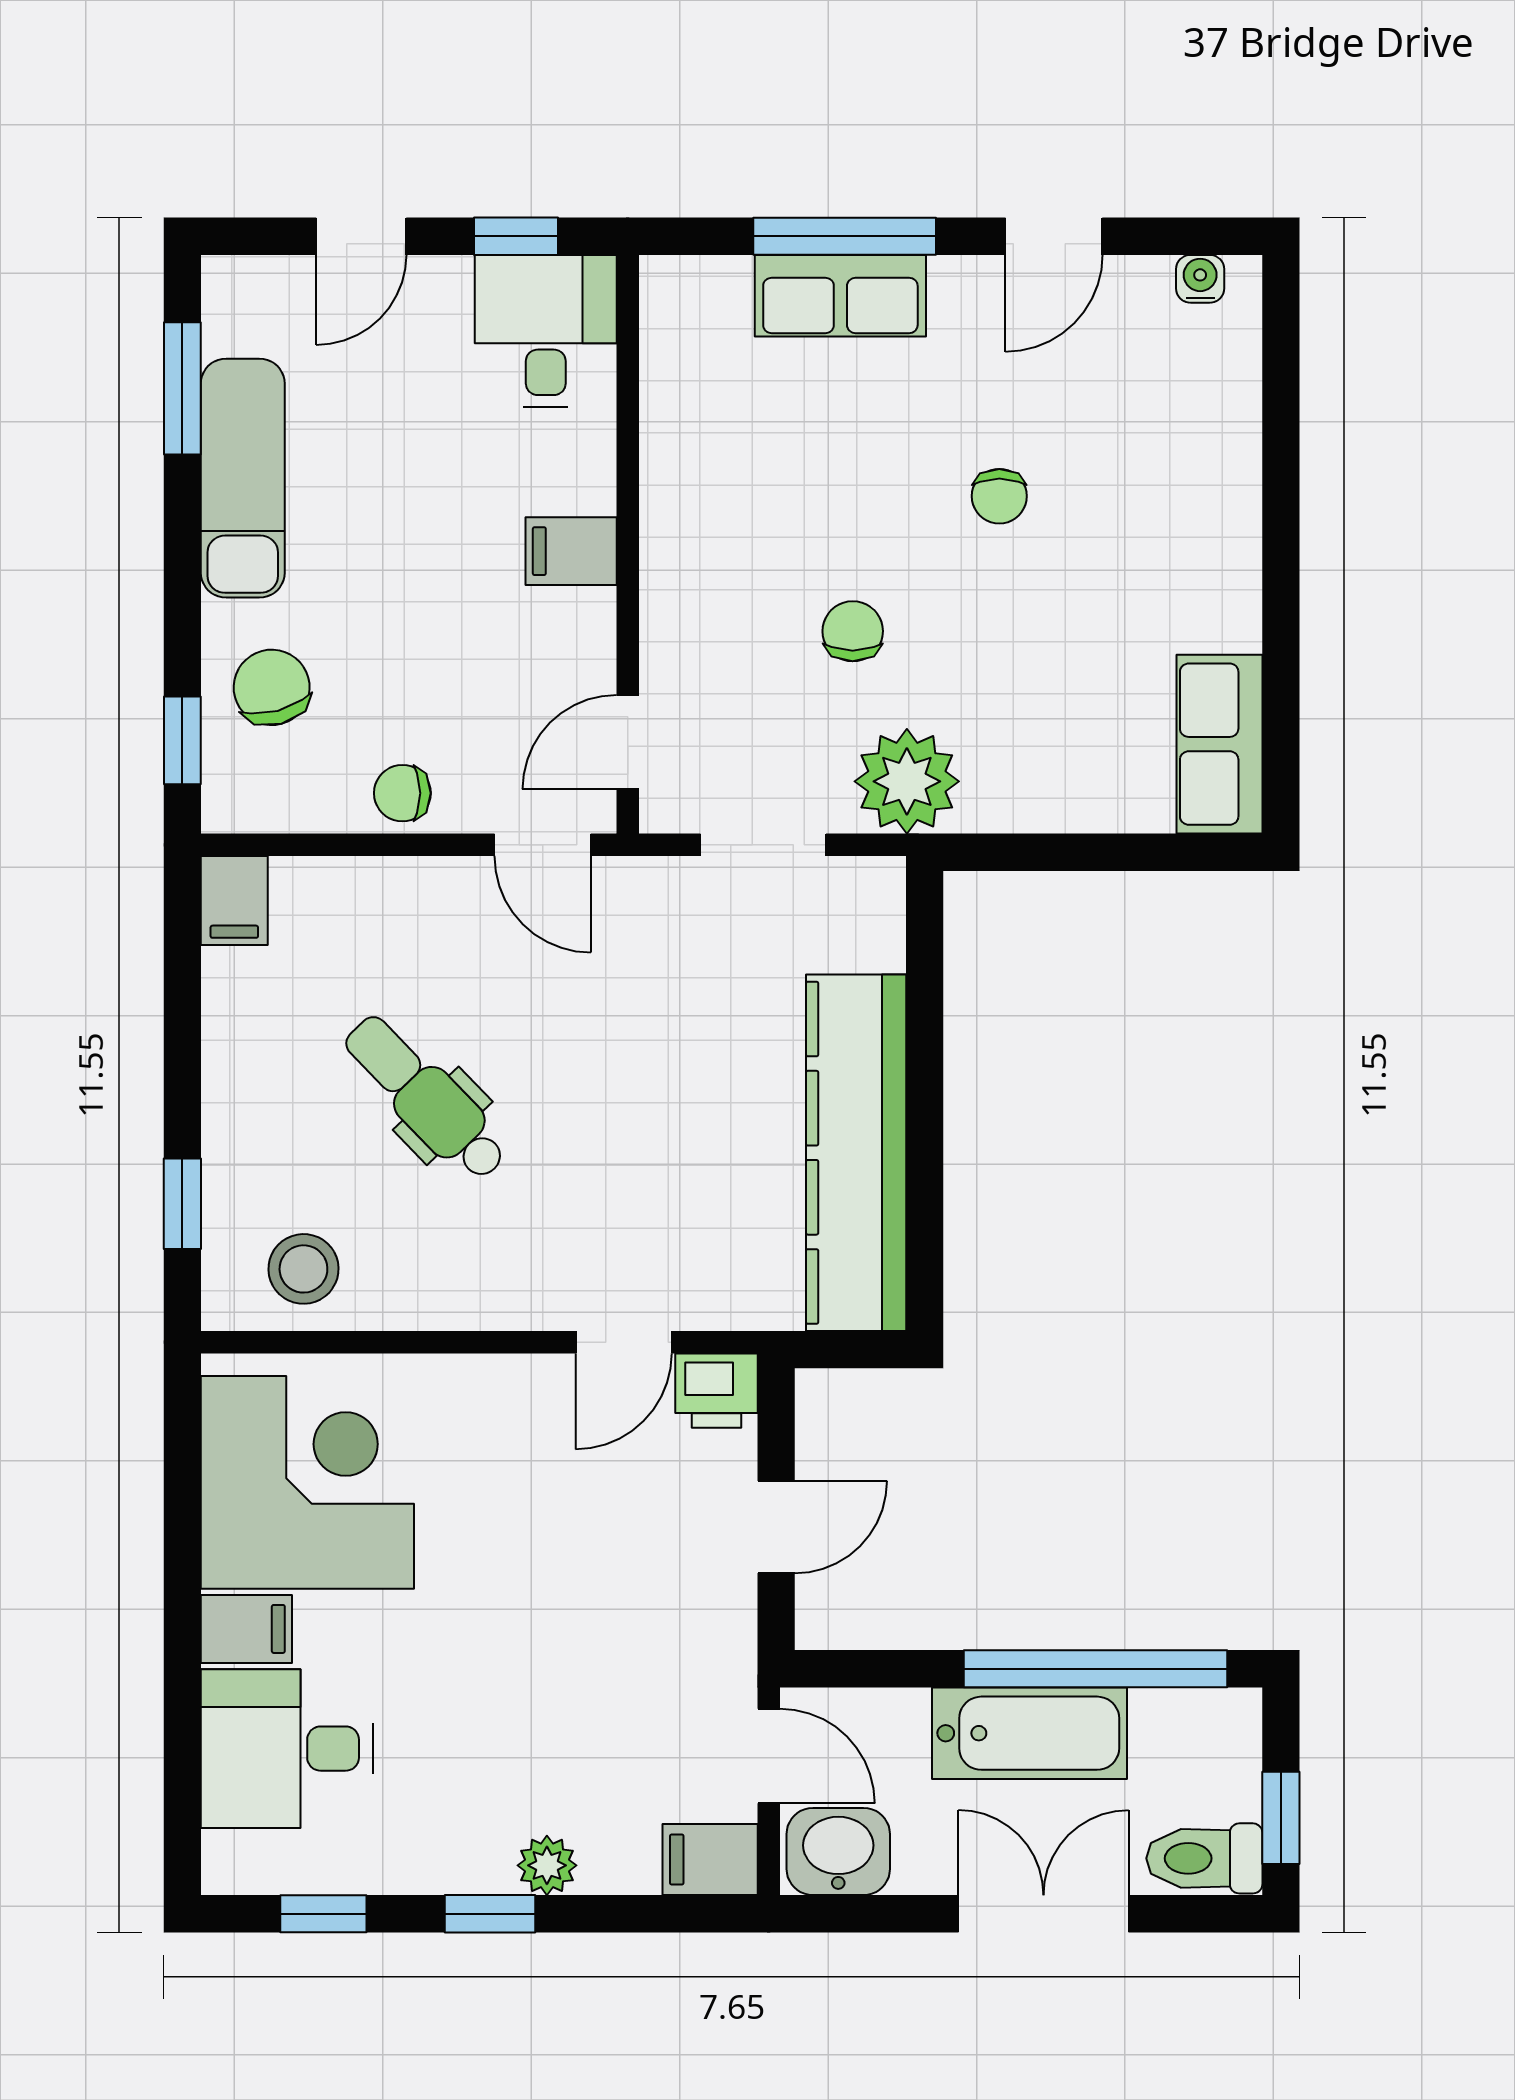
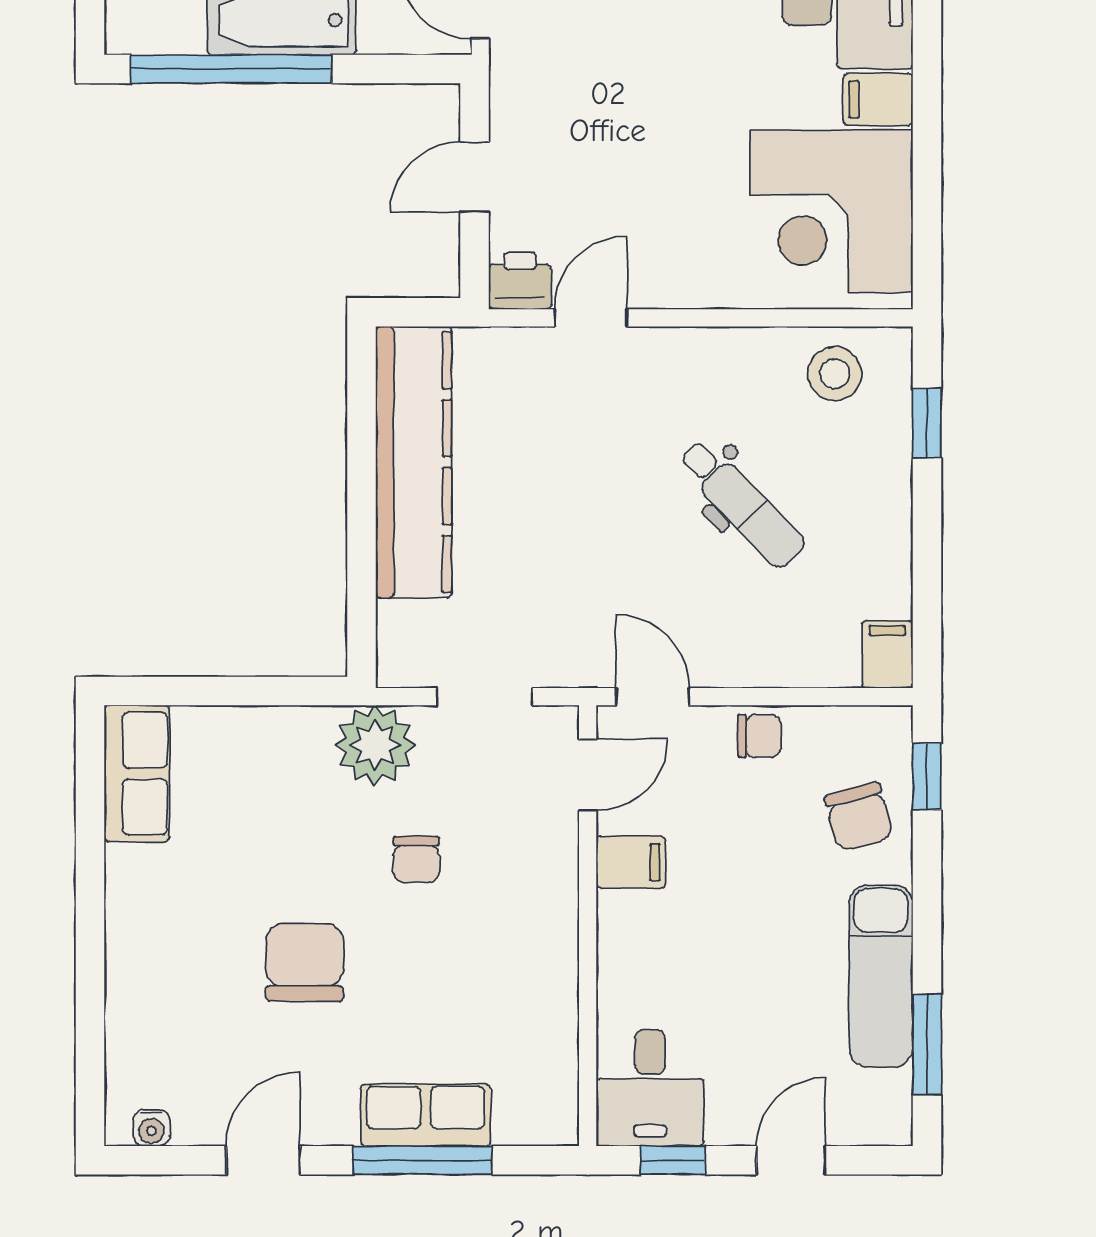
chair: (999, 496) -> (305, 962), width x1.87, depth x1.87
filing cabinet: (571, 551) -> (631, 862), moved

